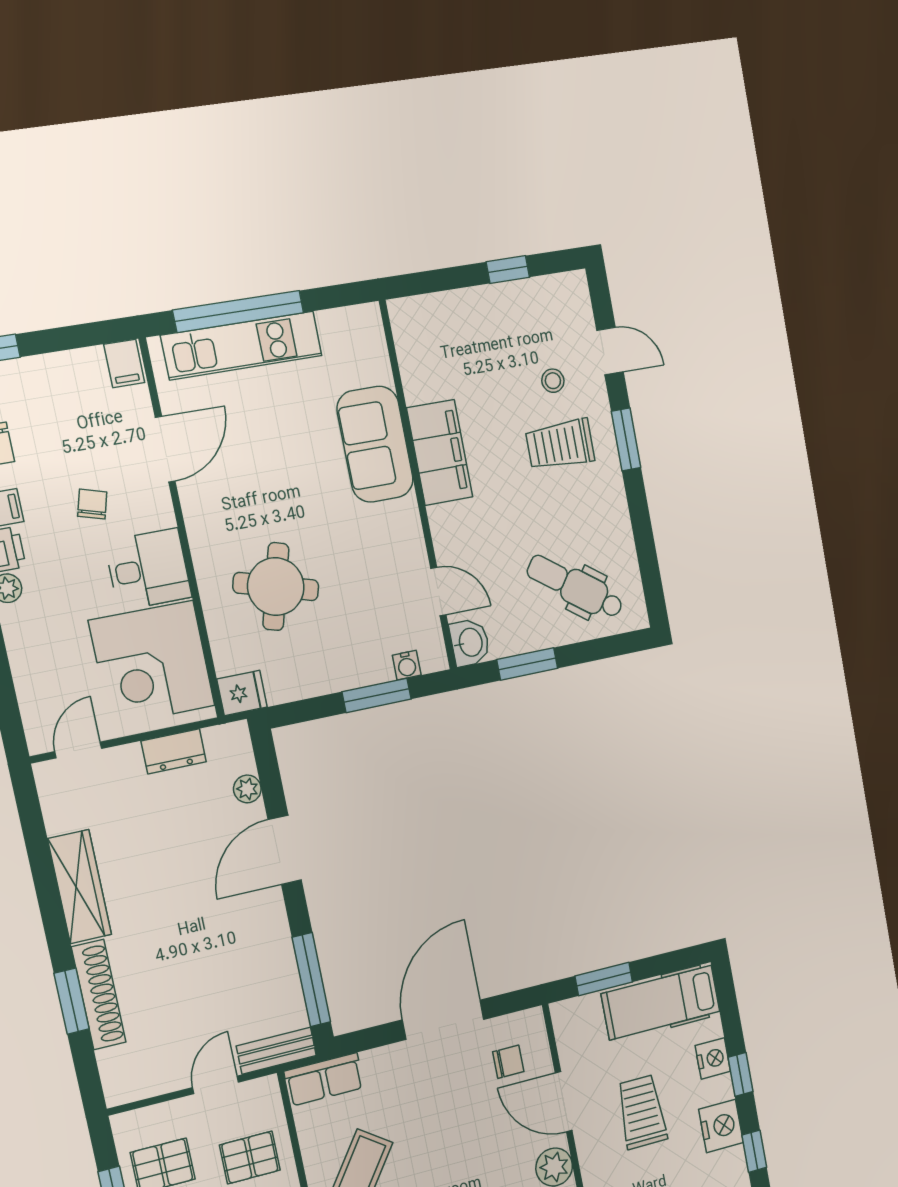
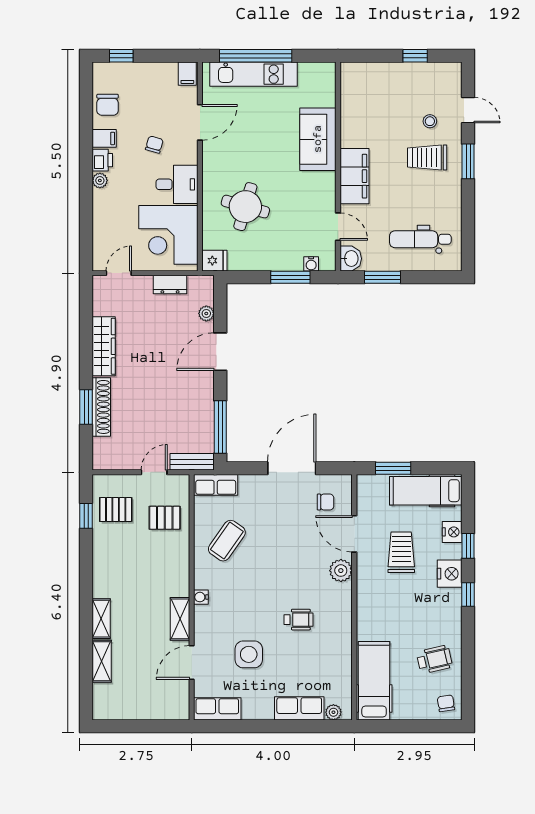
filing cabinet: (440, 452) -> (354, 176), moved
dental chair: (575, 587) -> (420, 239), turned -36

